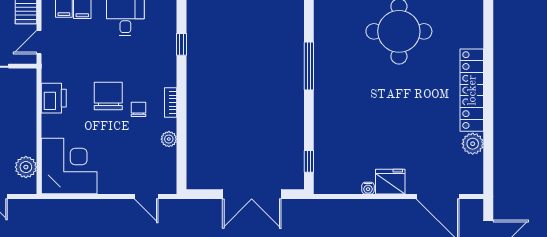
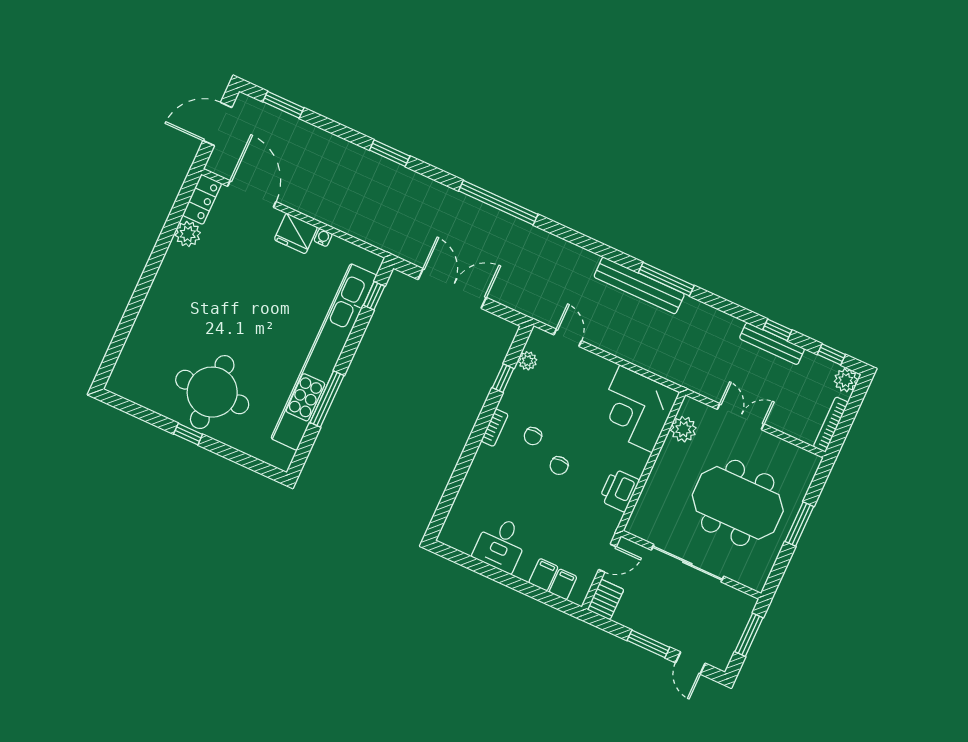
window: (181, 44) -> (503, 378), moved
locker: (472, 90) -> (202, 199), moved, width x0.46, depth x0.83
chair: (108, 96) -> (559, 466), width x0.54, depth x0.54
kitchen unit: (326, 97) -> (324, 357), added
plant: (169, 139) -> (528, 361), moved

